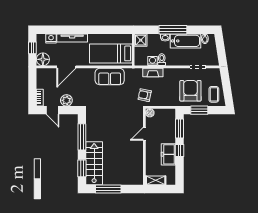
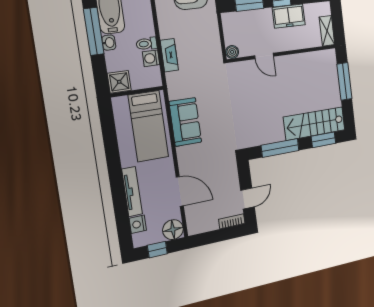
armchair: (145, 95) -> (206, 63), removed
plant: (66, 100) -> (231, 181), removed
window: (108, 189) -> (344, 81), moved

